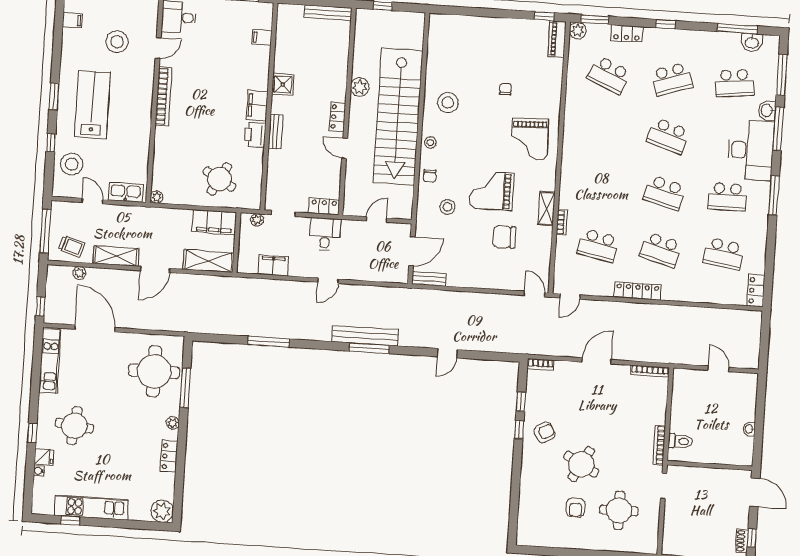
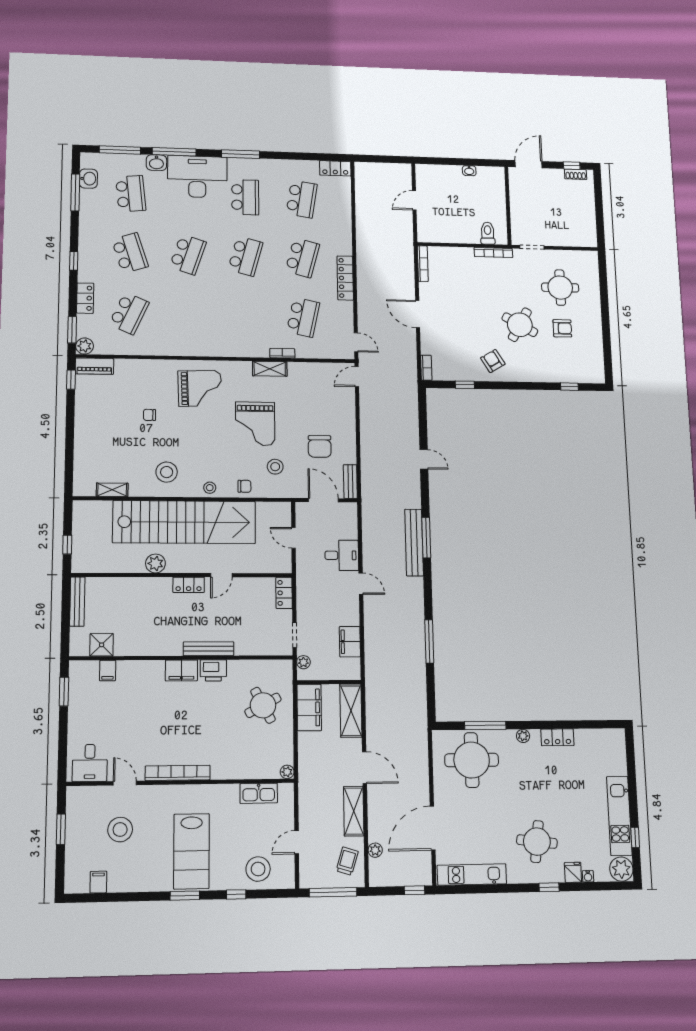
shelving: (433, 50) -> (112, 490), added
shower: (283, 85) -> (102, 645), moved
lab bench: (92, 105) -> (191, 851), turned -90
bench: (276, 132) -> (208, 649), width x1.36
round table: (219, 179) -> (263, 705), turned 33
kitchen sink: (126, 192) -> (259, 793), moved, turned -90
desk: (325, 234) -> (342, 555), moved, turned 180
chair: (504, 237) -> (320, 446), moved
window: (519, 430) -> (569, 387), moved
plant: (162, 511) -> (621, 869), moved

